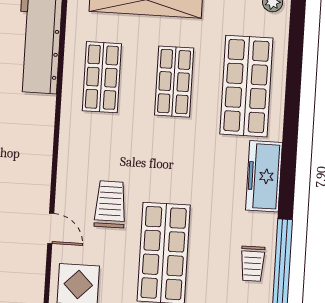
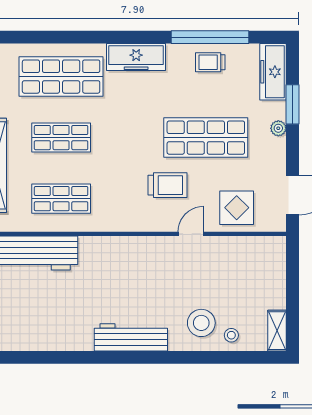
trolley: (110, 204) -> (168, 185), turned 180
trolley: (252, 264) -> (210, 62), turned 180

